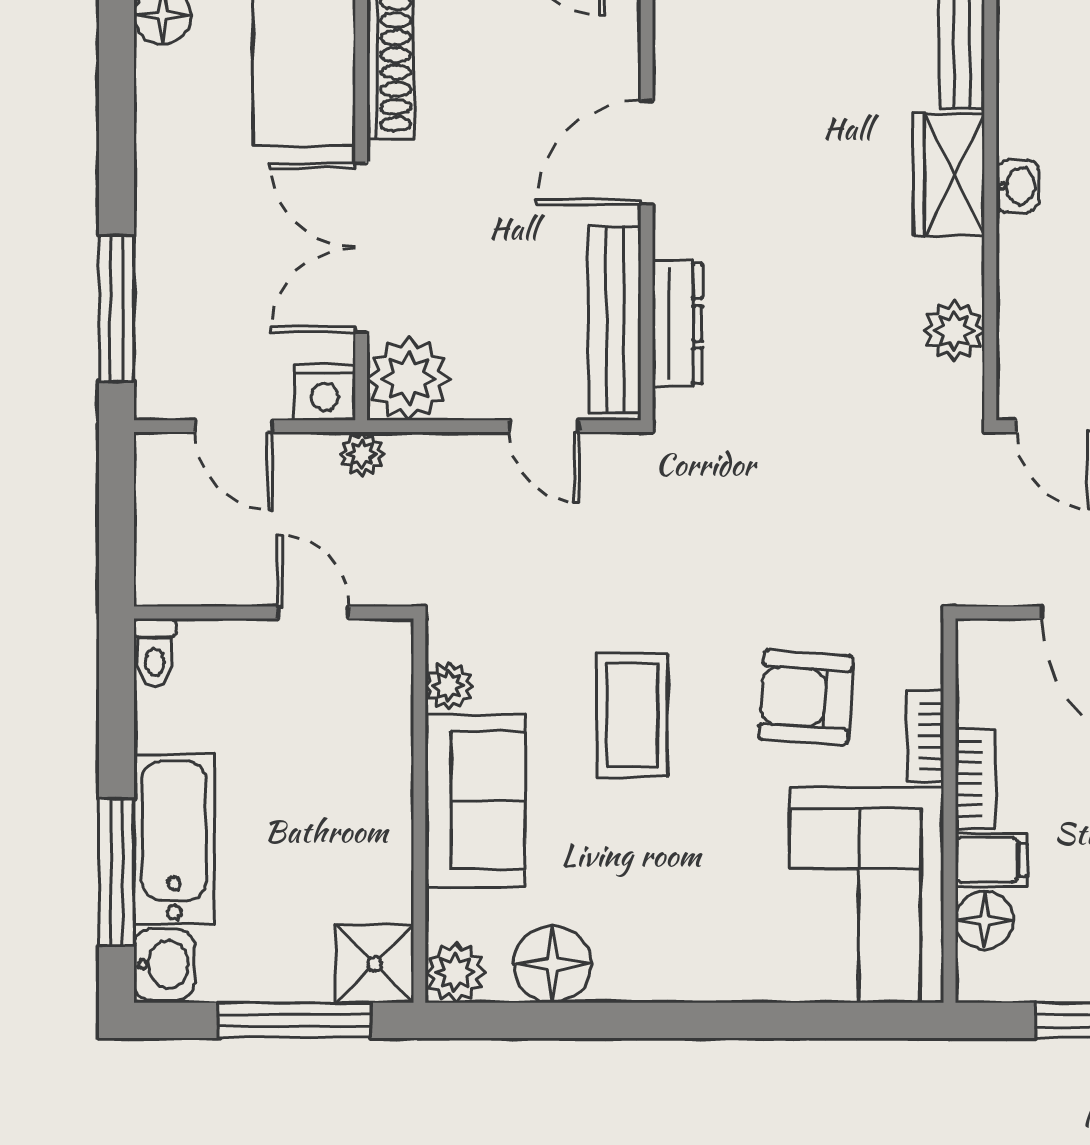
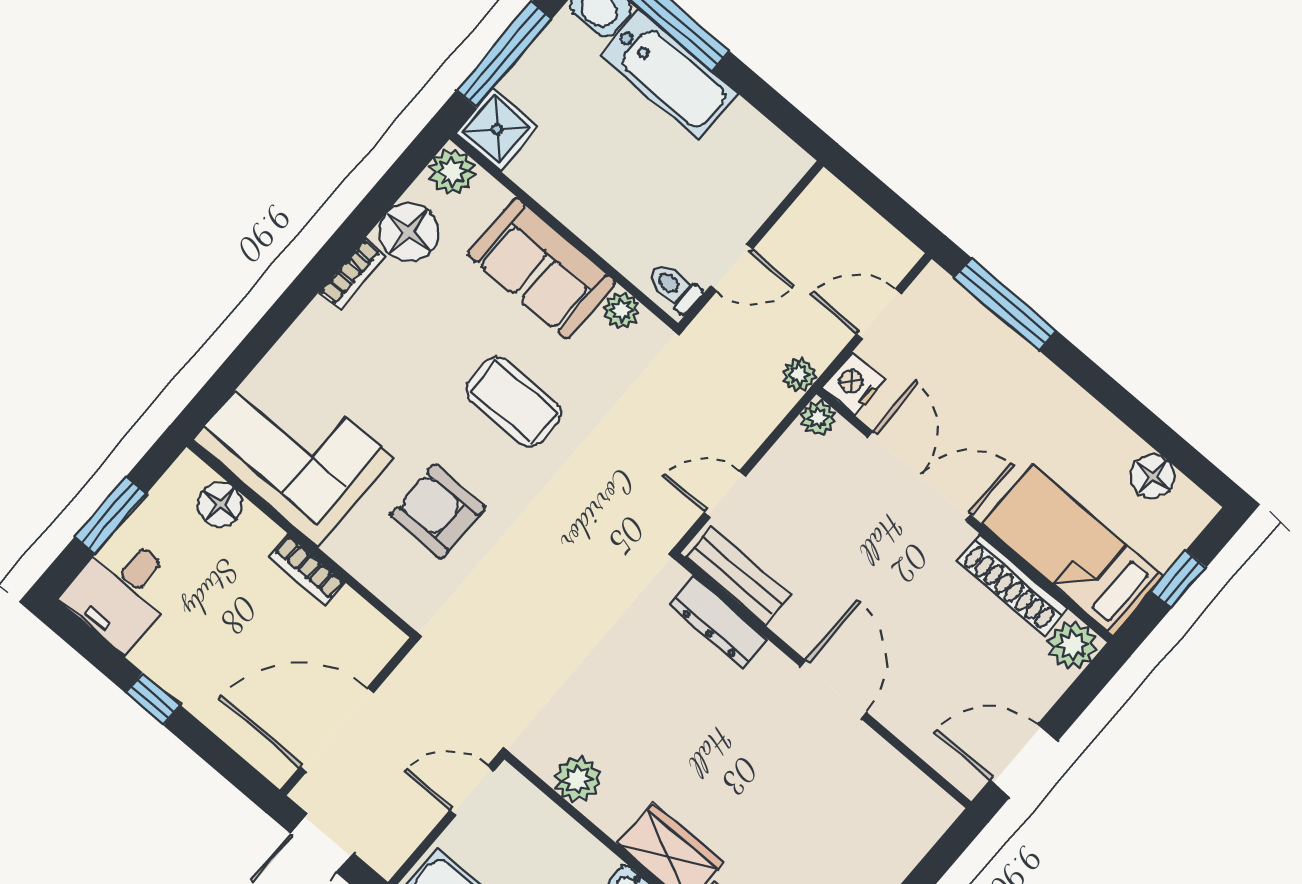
bench: (615, 319) -> (738, 576), width x0.73
plant: (409, 379) -> (818, 418), width x0.53, depth x0.53
toilet: (155, 652) -> (674, 288), moved
armchair: (806, 698) -> (438, 511), turned -94
bookcase: (925, 736) -> (353, 274), moved, turned 90
filing cabinet: (991, 860) -> (252, 539), removed

